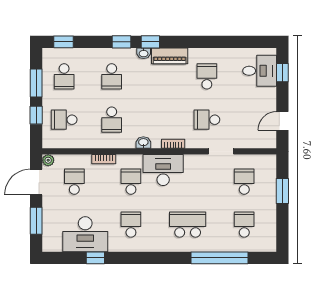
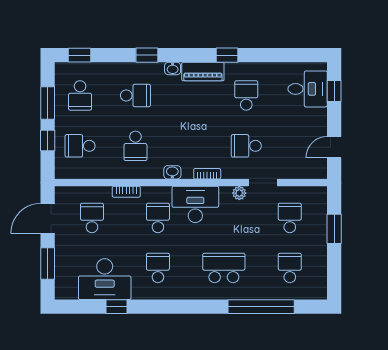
window: (150, 42) -> (227, 55), moved
school desk: (112, 76) -> (135, 95), turned -90
plant: (48, 160) -> (239, 193), moved

